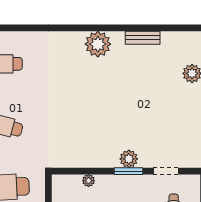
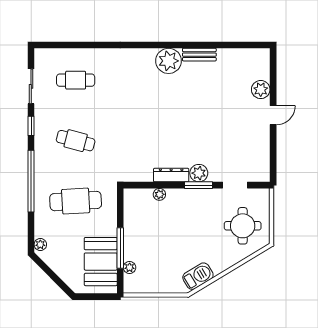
bench: (143, 38) -> (199, 55), moved
dresser: (100, 161) -> (171, 175), added

